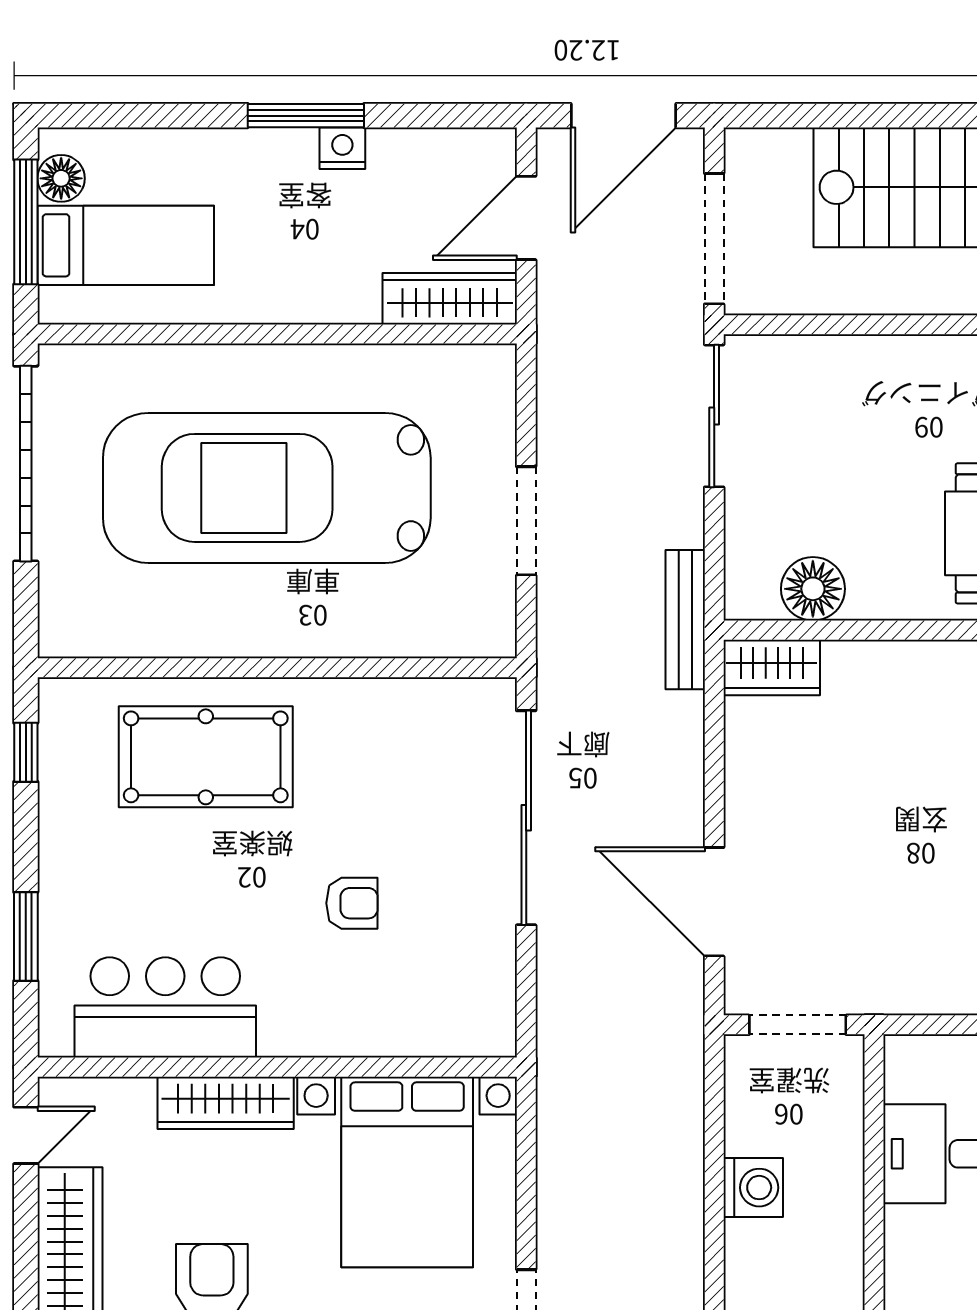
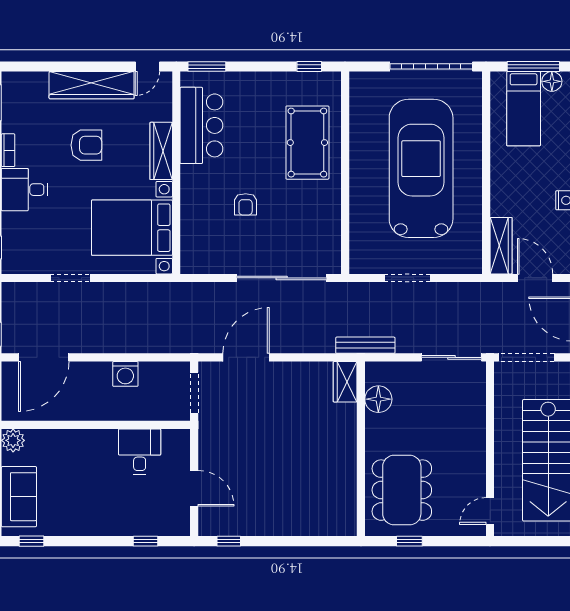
window: (26, 937) -> (207, 66), moved
door: (26, 1135) -> (147, 66), hinge flipped

